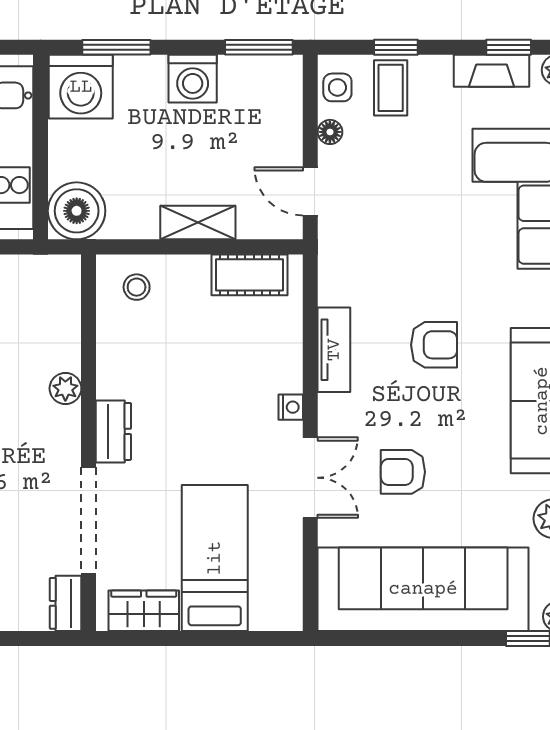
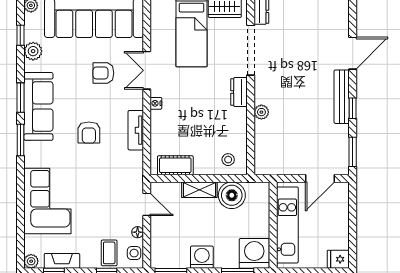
boiler: (77, 211) -> (232, 195), moved
armchair: (434, 345) -> (89, 133), turned -90
armchair: (403, 472) -> (103, 73), turned 180

